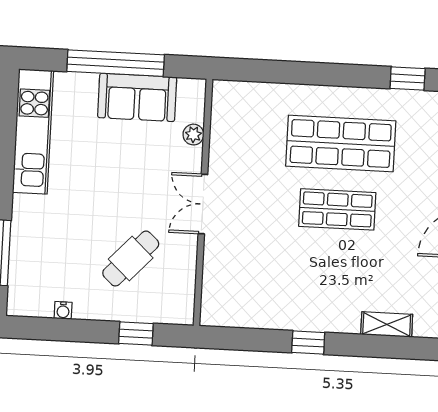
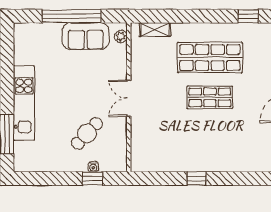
kitchen unit: (33, 132) -> (24, 103), moved
plant: (193, 135) -> (121, 37), moved
water cooler: (63, 310) -> (93, 167), moved
shelving: (387, 324) -> (155, 30), moved

